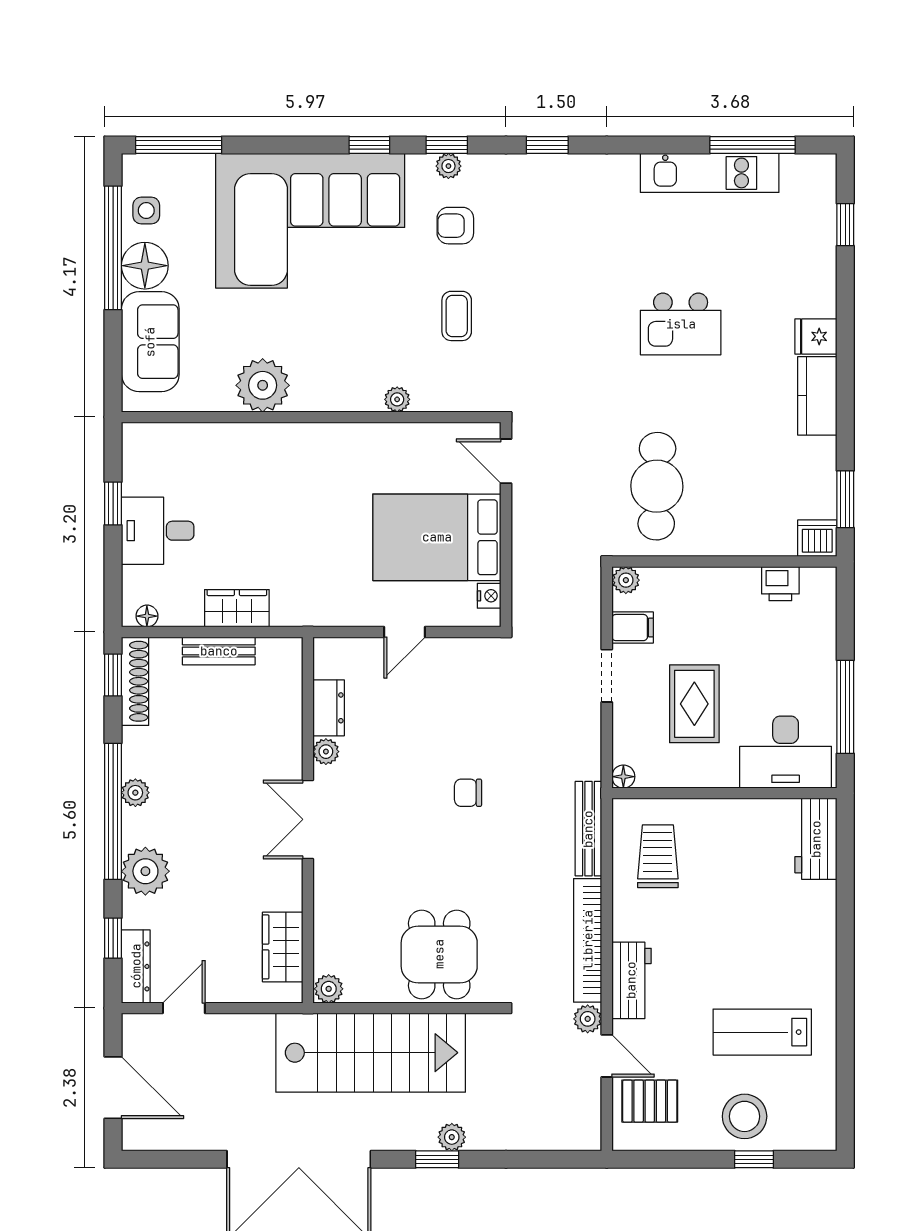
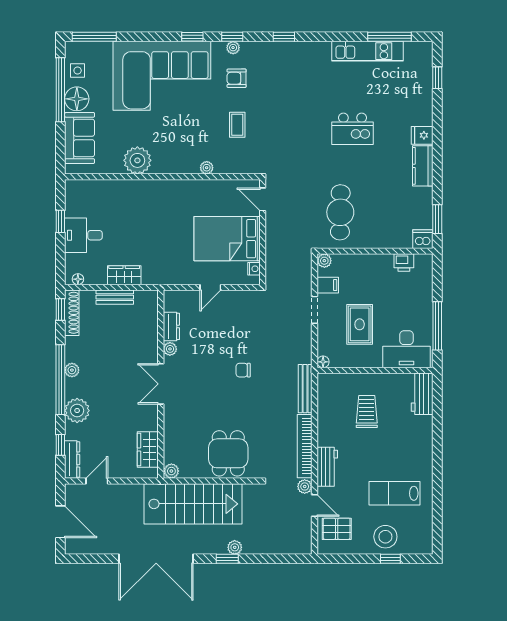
trolley: (658, 856) -> (367, 412), moved

